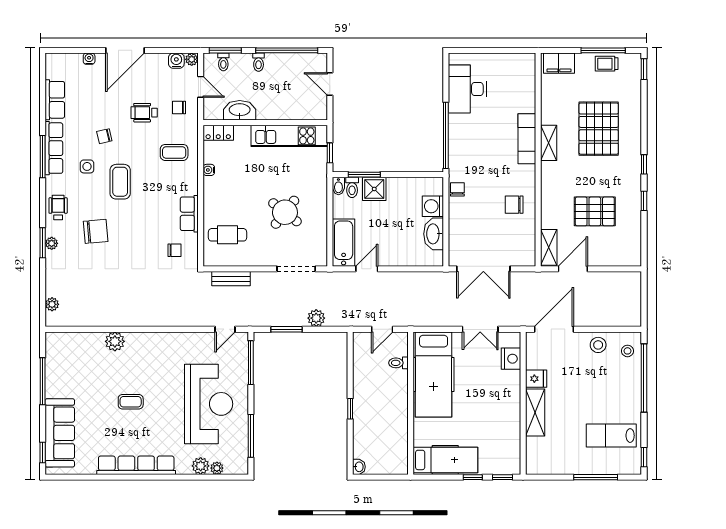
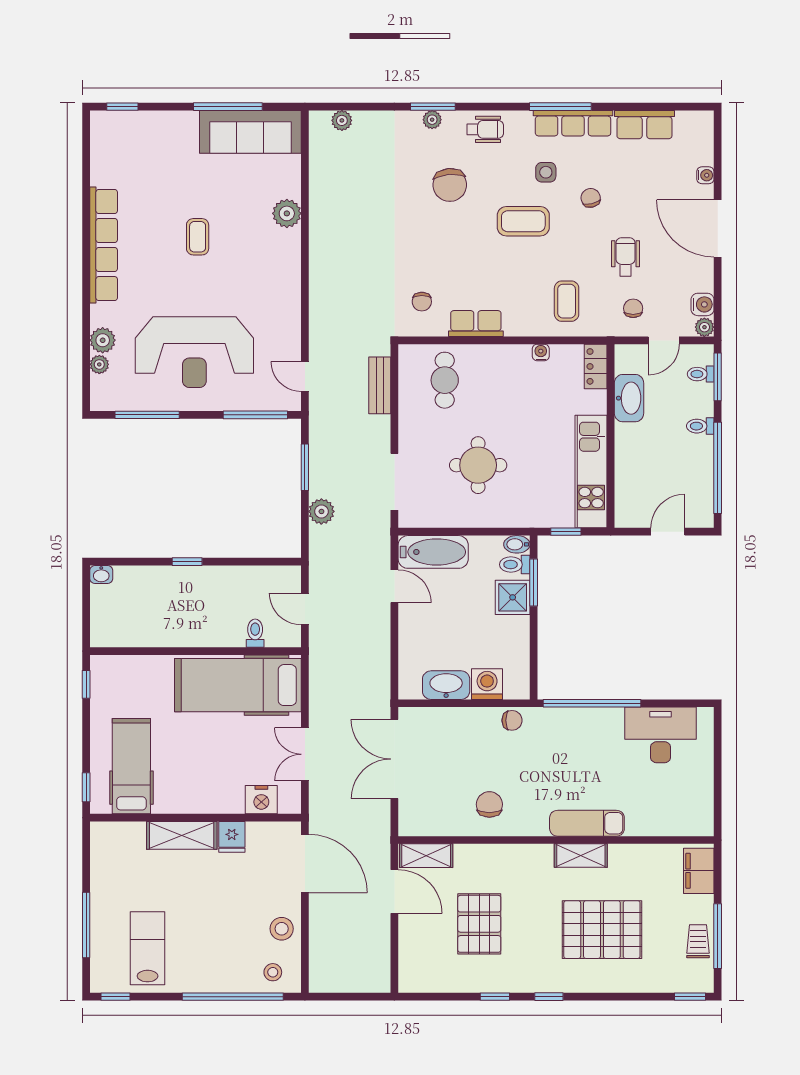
round table: (285, 212) -> (478, 465), turned -38
sofa: (60, 433) -> (250, 132), moved
hospital bed: (445, 460) -> (131, 766), moved, turned 180
window: (473, 477) -> (86, 684), moved

